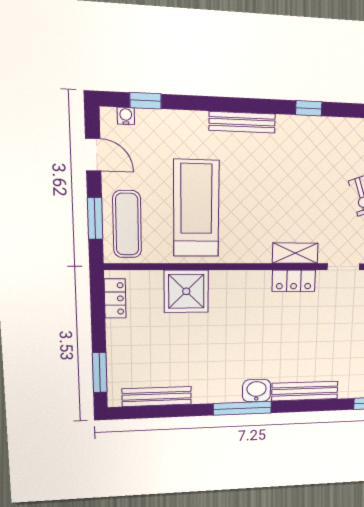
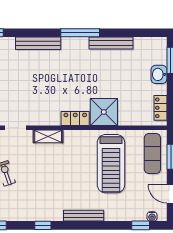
locker: (294, 281) -> (75, 119), moved
shower: (186, 291) -> (104, 112), moved
washbasin: (257, 391) -> (159, 74), moved, turned 90
bench: (157, 397) -> (111, 43), moved

